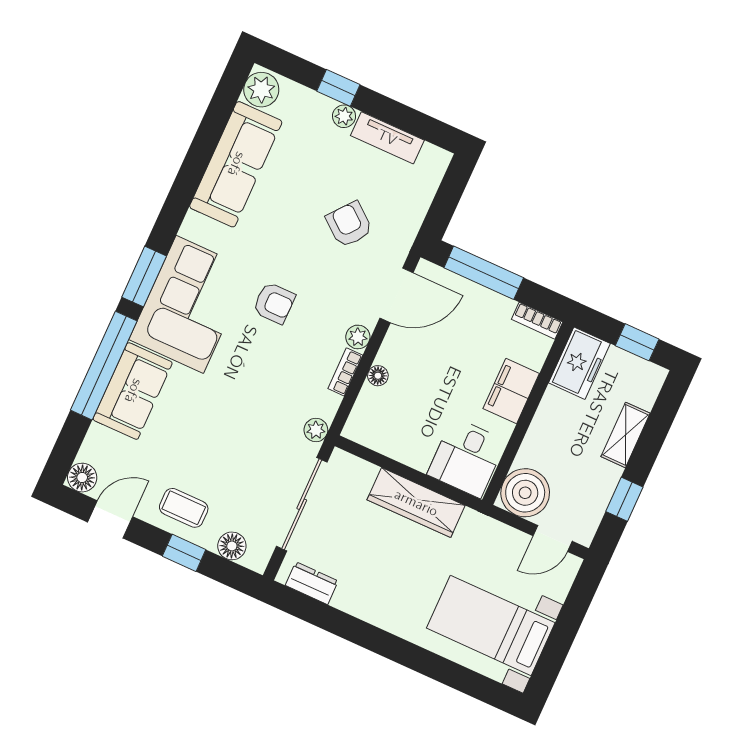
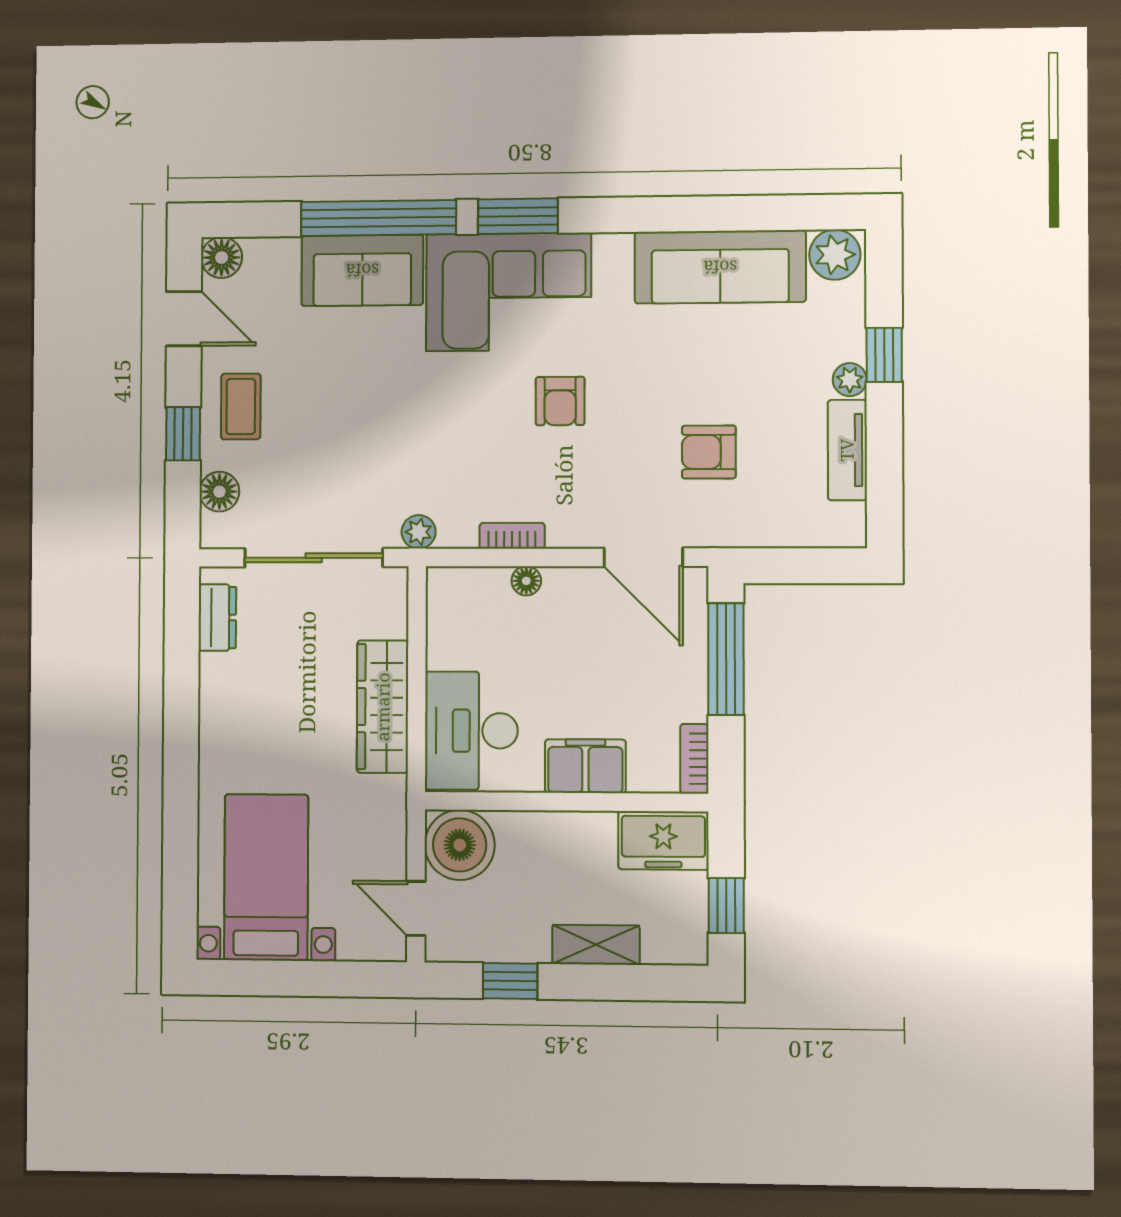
armchair: (349, 224) -> (709, 452), turned -129
plant: (358, 337) -> (565, 531), removed
desk: (467, 458) -> (471, 731), width x1.37

